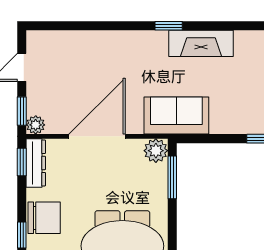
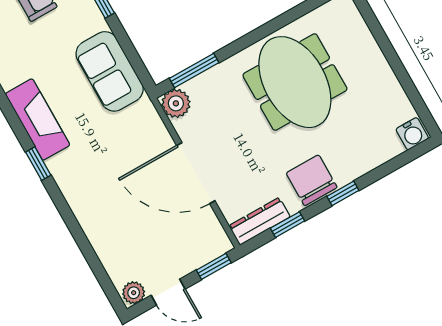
sofa: (176, 116) -> (110, 71), moved
plant: (36, 125) -> (134, 293), moved
window: (22, 162) -> (288, 225), moved

